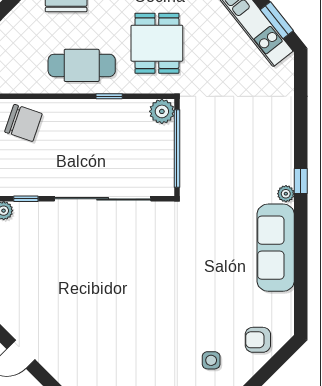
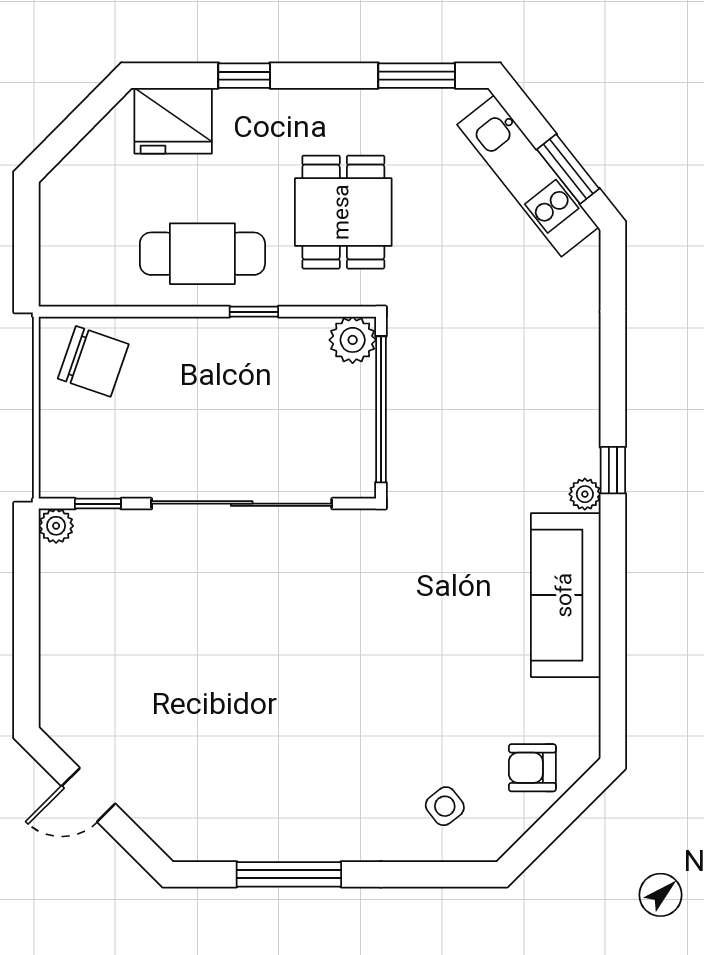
side table: (211, 360) -> (445, 806), turned -38

